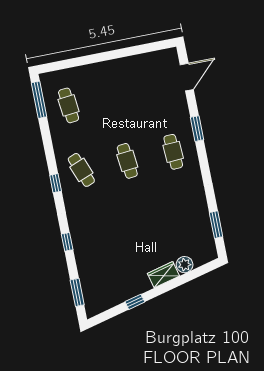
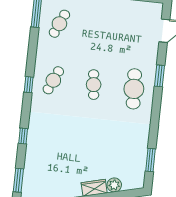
cafe table: (69, 105) -> (59, 24), turned 30
cafe table: (173, 152) -> (134, 89), width x1.37, depth x1.35
cafe table: (81, 170) -> (53, 80), turned 45

